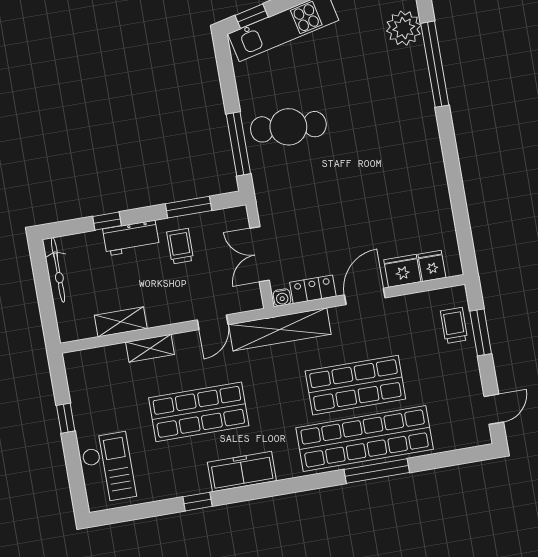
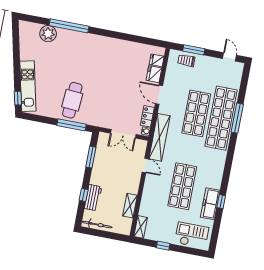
workbench: (131, 238) -> (93, 198), moved
trolley: (180, 246) -> (107, 167), removed
shelving: (150, 348) -> (141, 227), moved
freezer: (242, 472) -> (210, 204), moved

